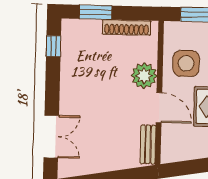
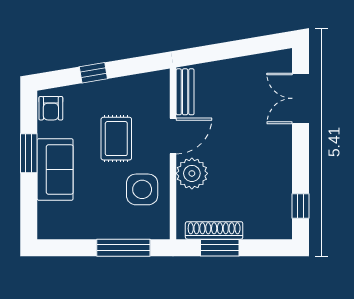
window: (96, 12) -> (220, 248), moved
door: (159, 108) -> (173, 136), swing flipped

